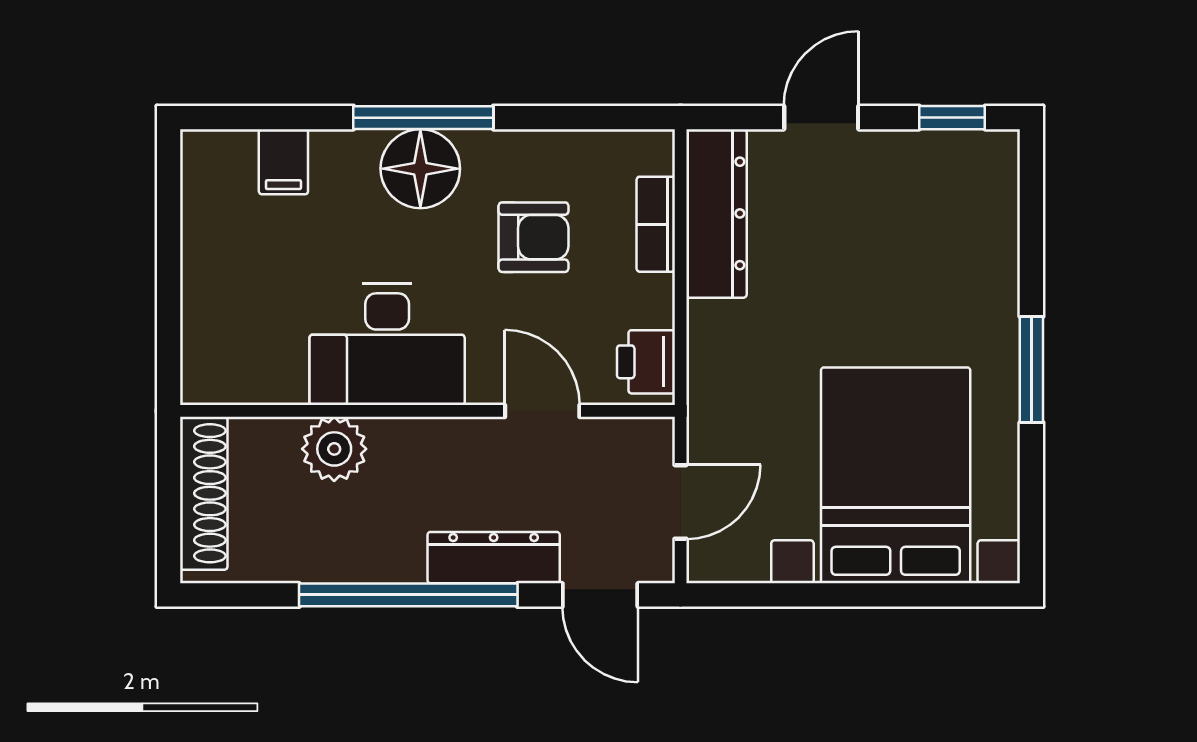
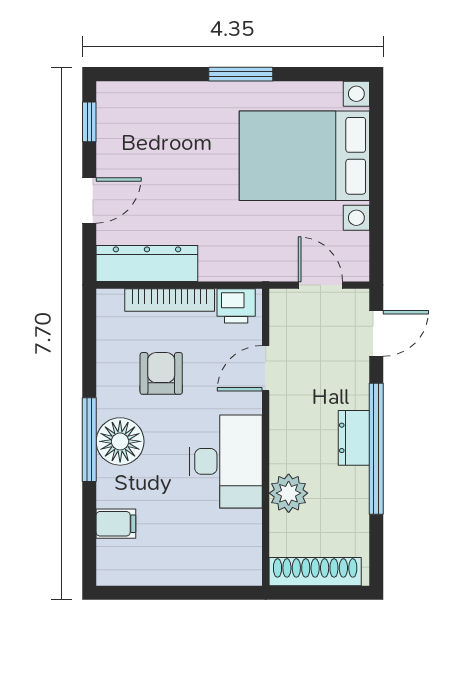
door: (821, 118) -> (89, 200), swing flipped
bookcase: (656, 224) -> (170, 300), width x1.56
dresser: (494, 558) -> (354, 438), moved, width x0.70

